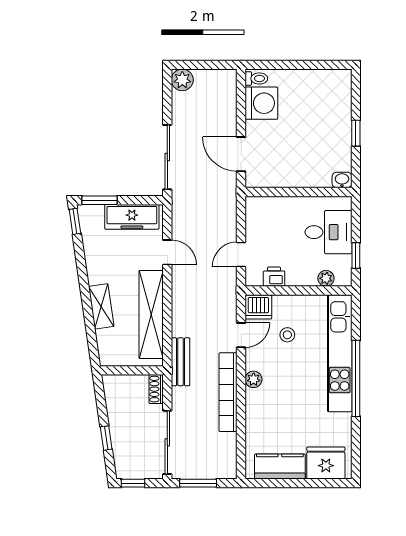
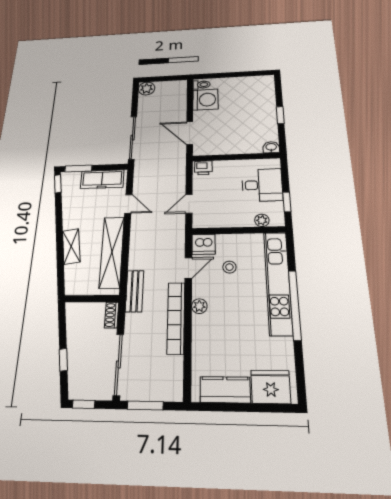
printer: (274, 277) -> (203, 168), moved, turned 180

